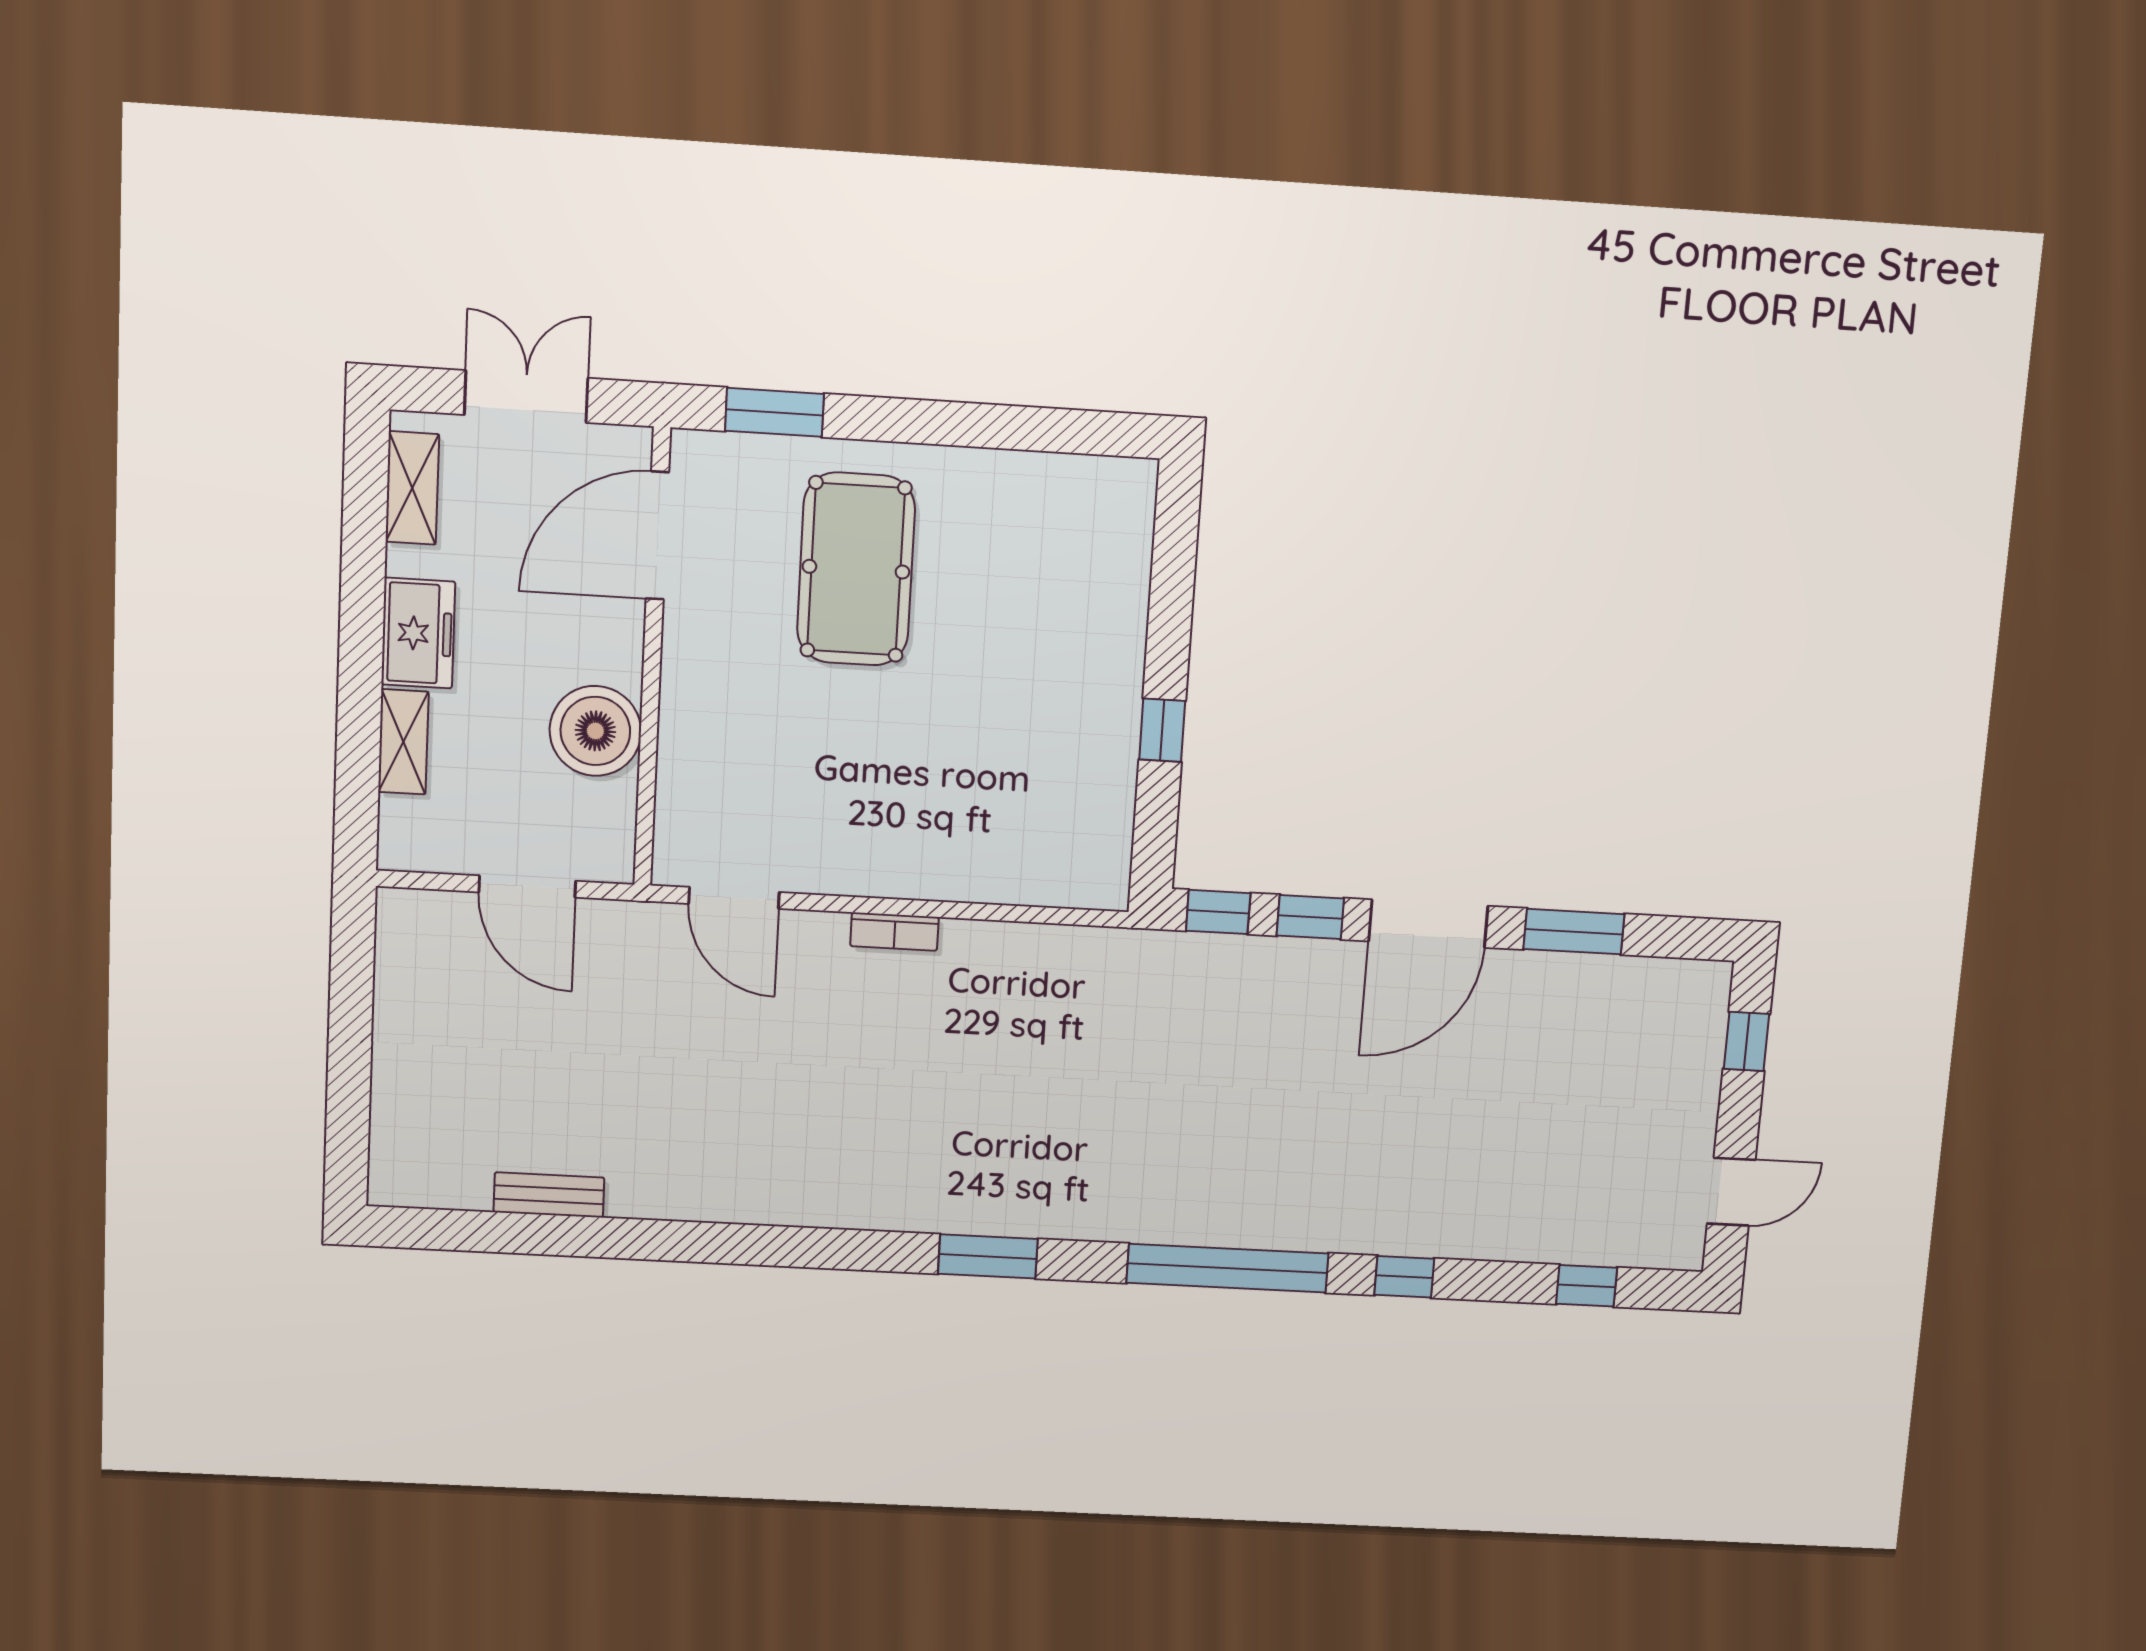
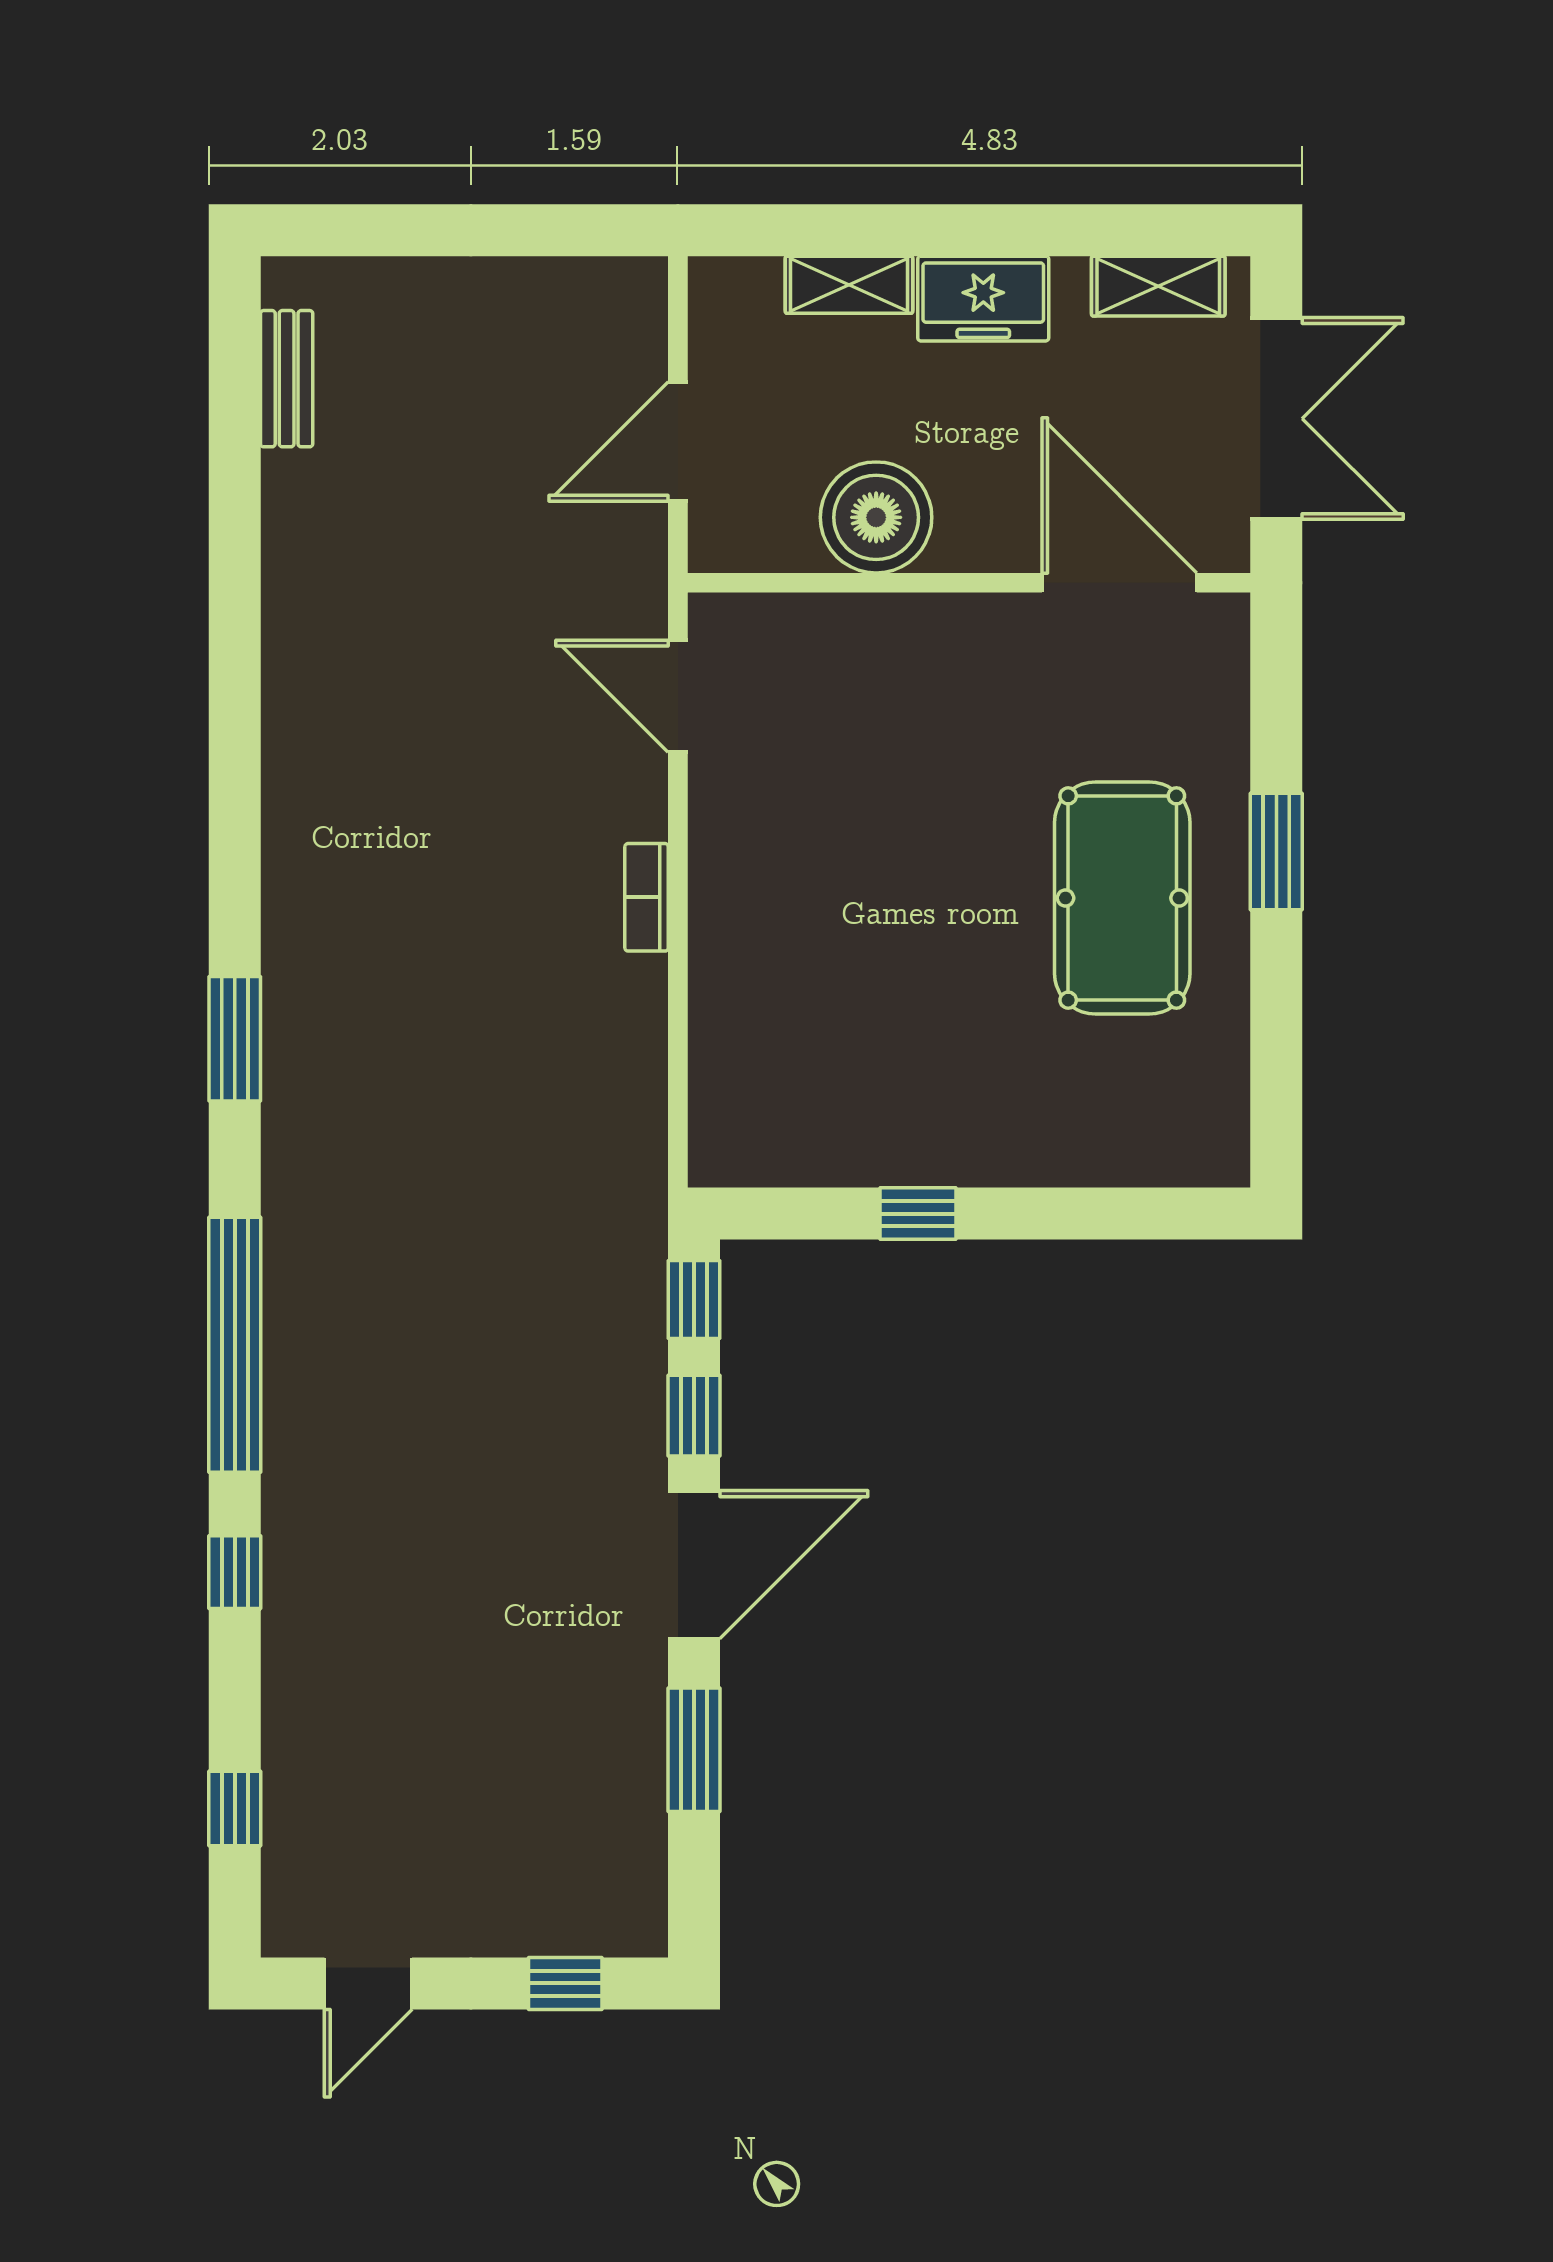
double door: (526, 396) -> (1276, 419), width x1.37
window: (774, 412) -> (1276, 852), moved
pool table: (856, 569) -> (1122, 898), moved, turned 90
door: (734, 898) -> (678, 696), hinge flipped
door: (1428, 924) -> (694, 1565), swing flipped
door: (1731, 1192) -> (368, 1983), hinge flipped
bench: (549, 1195) -> (287, 379), moved

